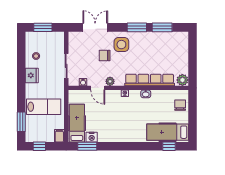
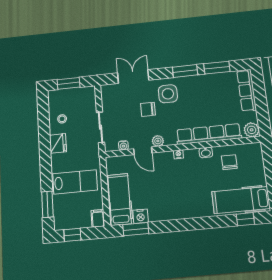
row of seats: (183, 48) -> (247, 90), added
chair: (180, 105) -> (229, 162), moved

